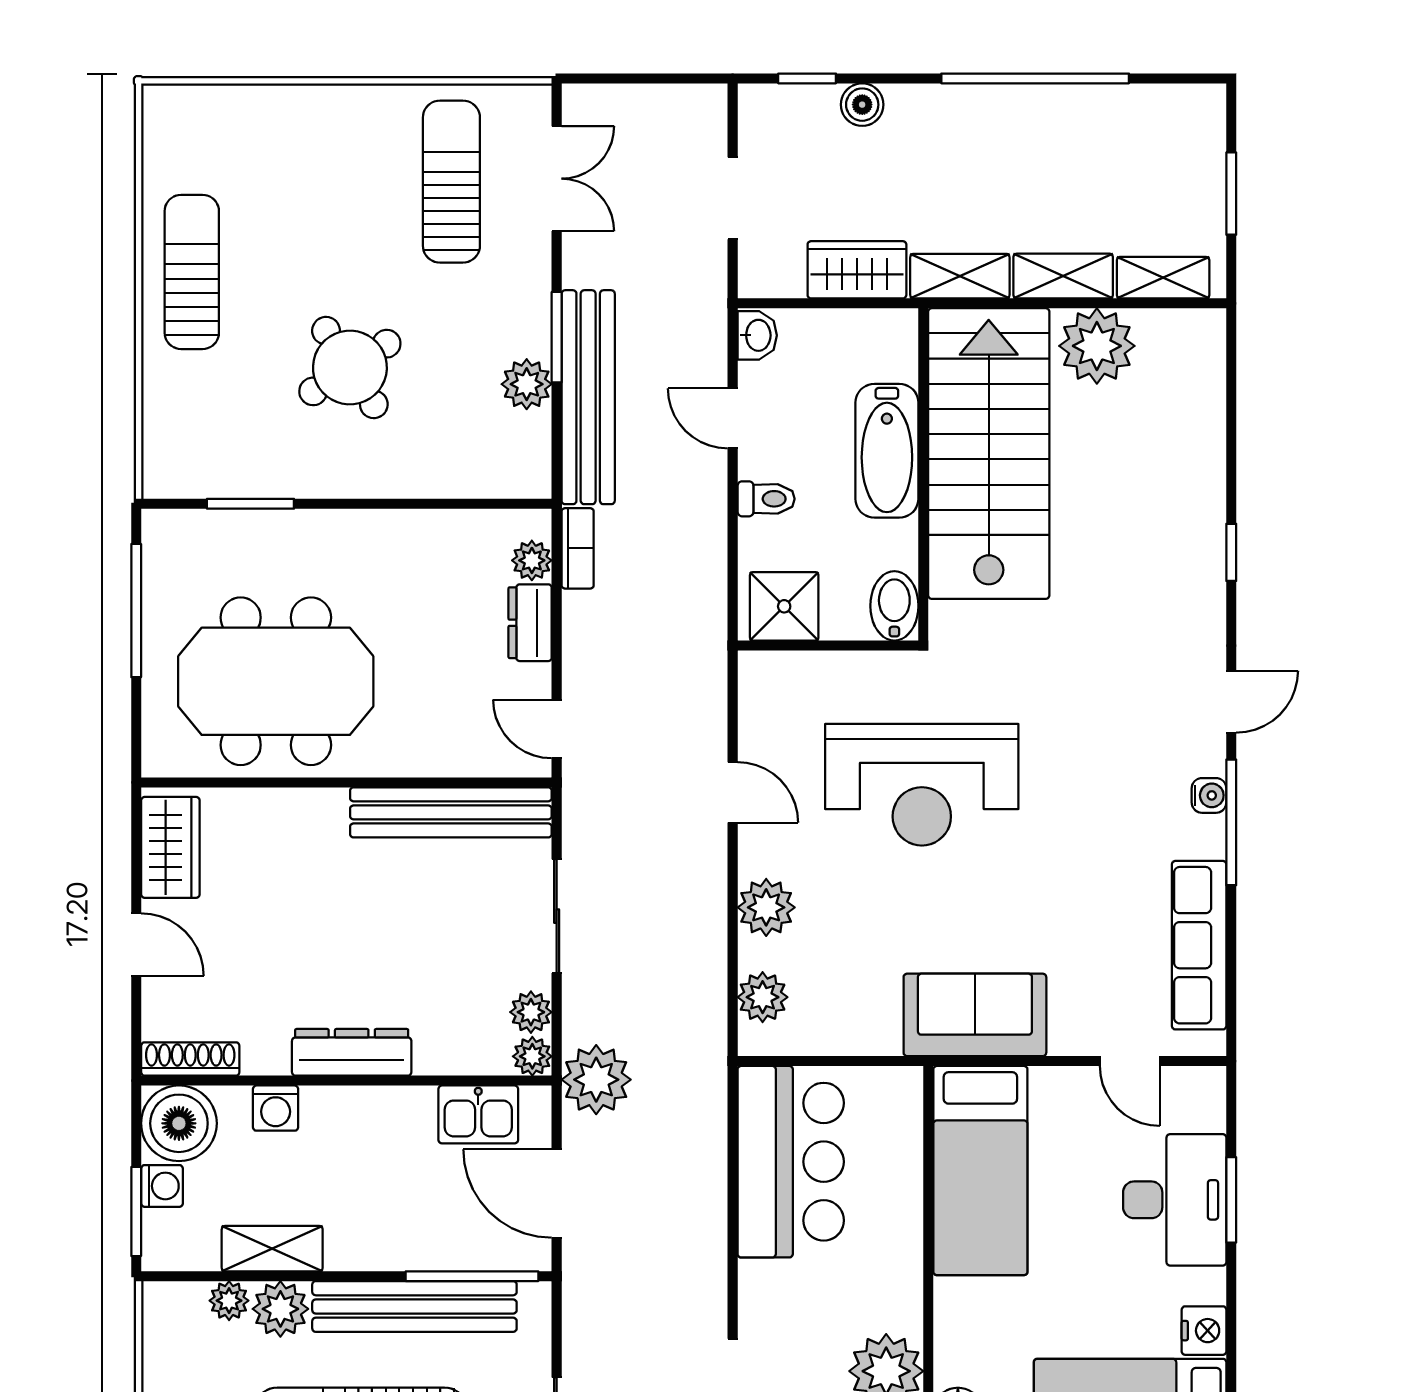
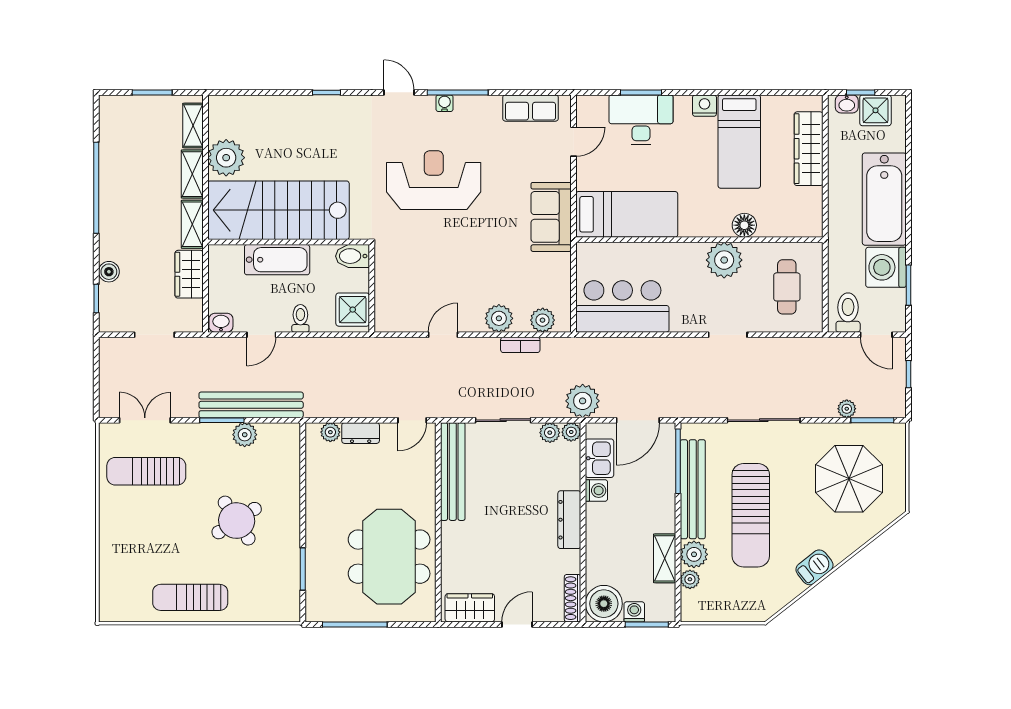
bookcase: (578, 548) -> (520, 345), moved, turned 180
reception desk: (922, 785) -> (434, 180), moved, turned -90
row of seats: (1199, 945) -> (530, 108), width x0.68
washing machine: (276, 1108) -> (596, 490), moved

